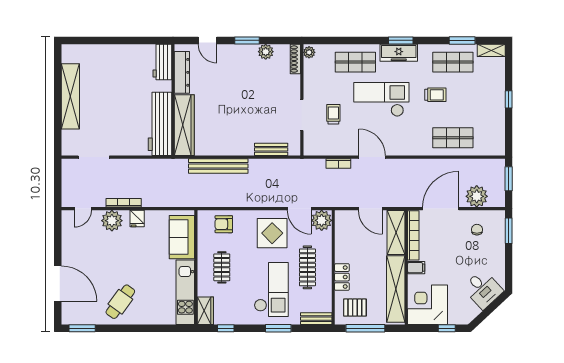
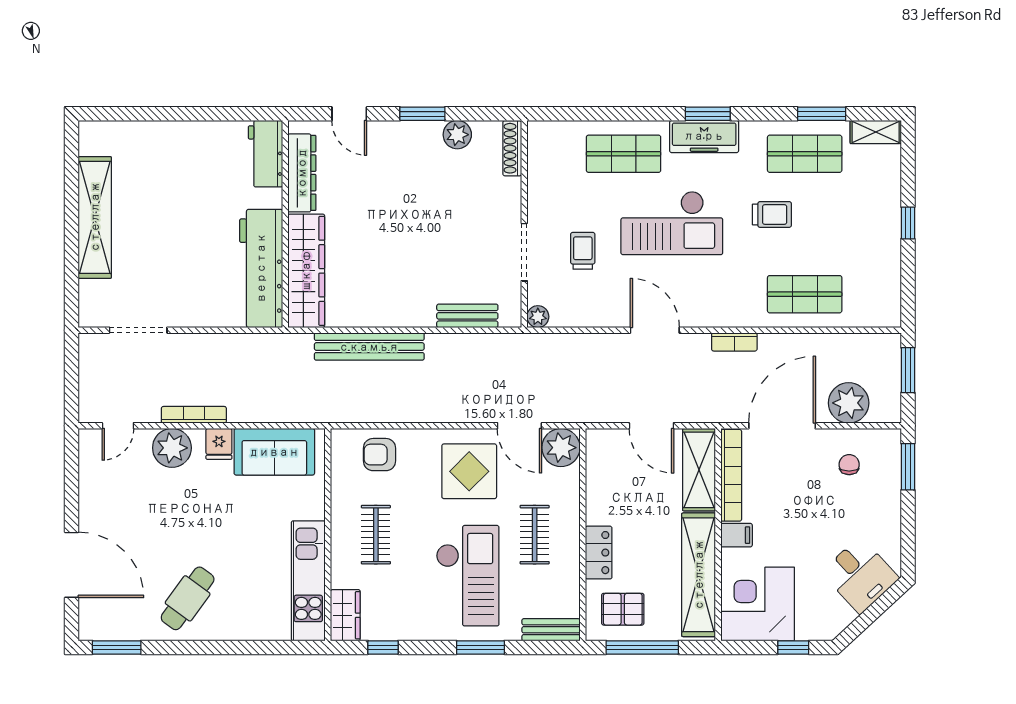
plant: (309, 52) -> (538, 317), moved
checkout: (381, 99) -> (672, 223), turned 180
bookcase: (338, 163) -> (734, 342), moved
sofa: (182, 237) -> (274, 452), moved, turned -90
clothes rail: (307, 267) -> (535, 535), width x0.73

